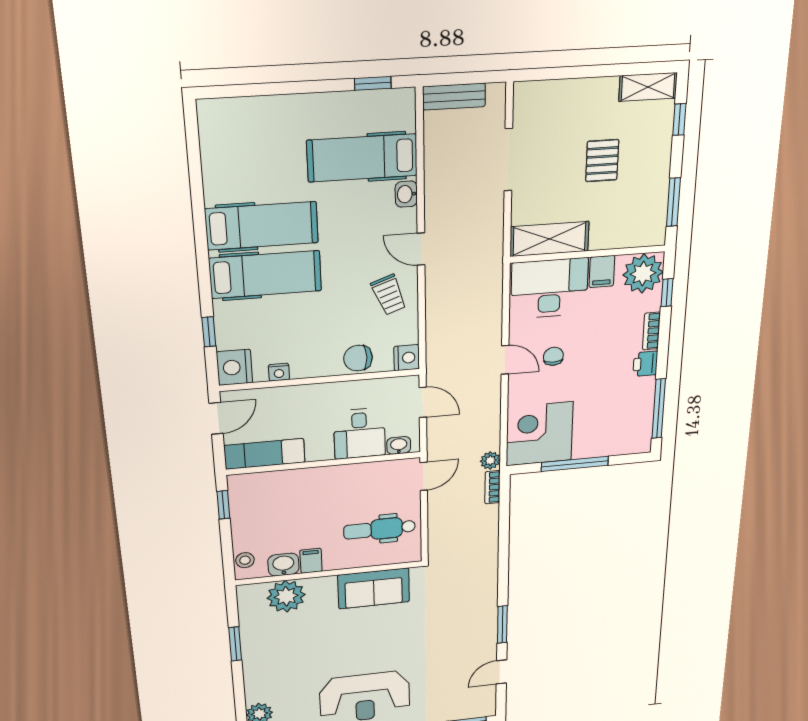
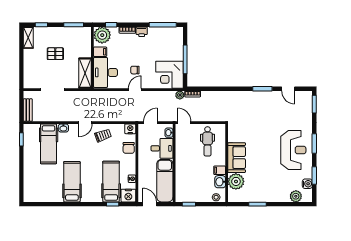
hospital bed: (265, 275) -> (111, 182), moved
exam couch: (265, 454) -> (165, 181), width x1.36, depth x1.45
sofa: (374, 588) -> (237, 158), moved

